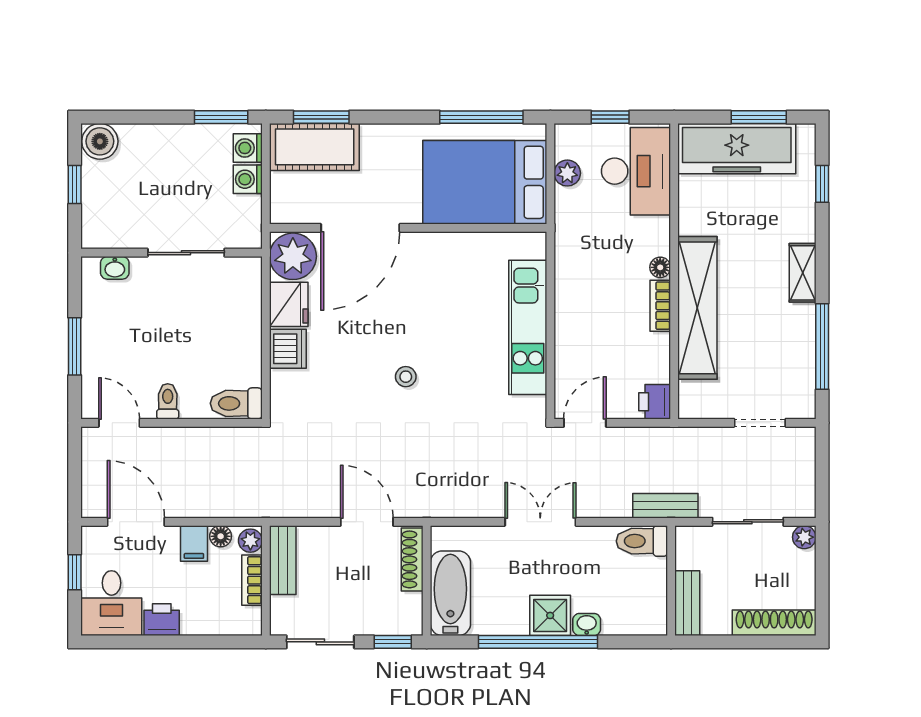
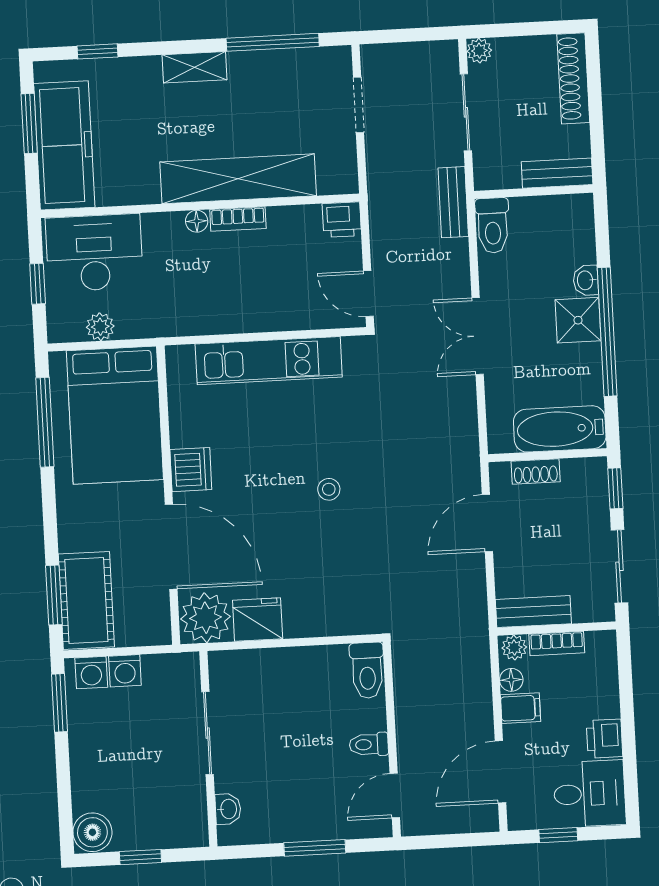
dishwasher: (288, 349) -> (191, 470), moved, turned 90
shoe rack: (412, 559) -> (536, 471), width x0.70

